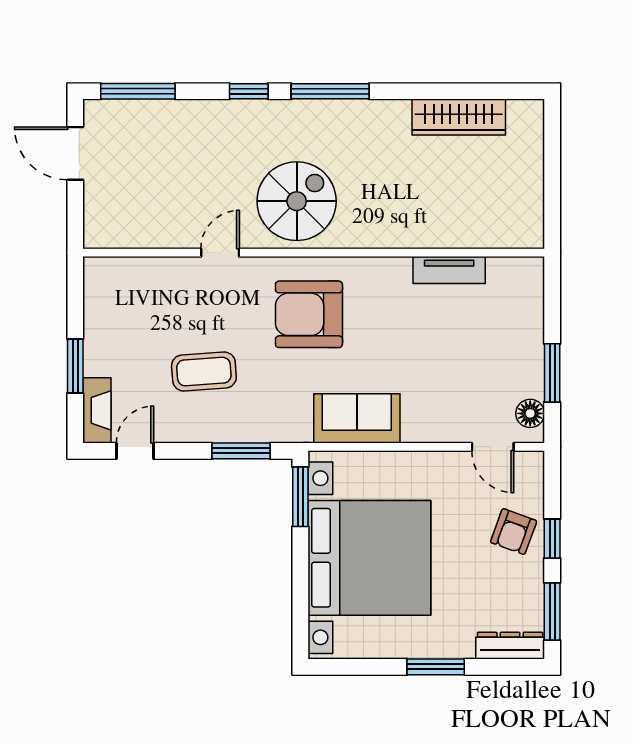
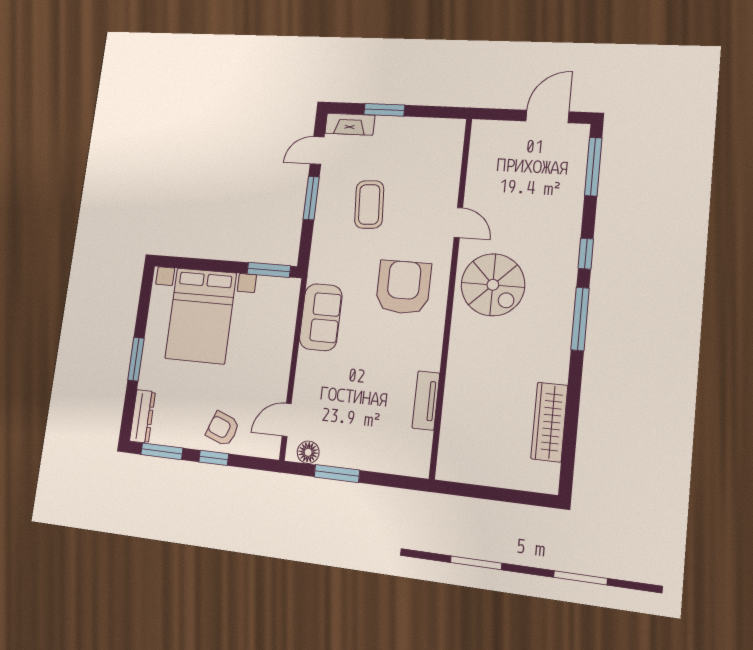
door: (135, 451) -> (317, 150), swing flipped
window: (241, 451) -> (311, 198), moved
bed with nightstands: (369, 558) -> (201, 316), width x0.73

